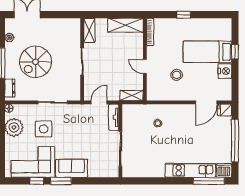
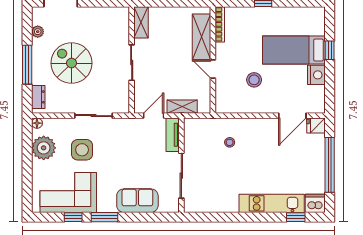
shelving: (125, 25) -> (202, 37), moved, turned 90
spiral stairs: (36, 62) -> (72, 63), turned 90
shelving: (132, 96) -> (182, 107), moved
sofa: (72, 168) -> (137, 201), moved
window: (209, 181) -> (296, 217), width x0.46

